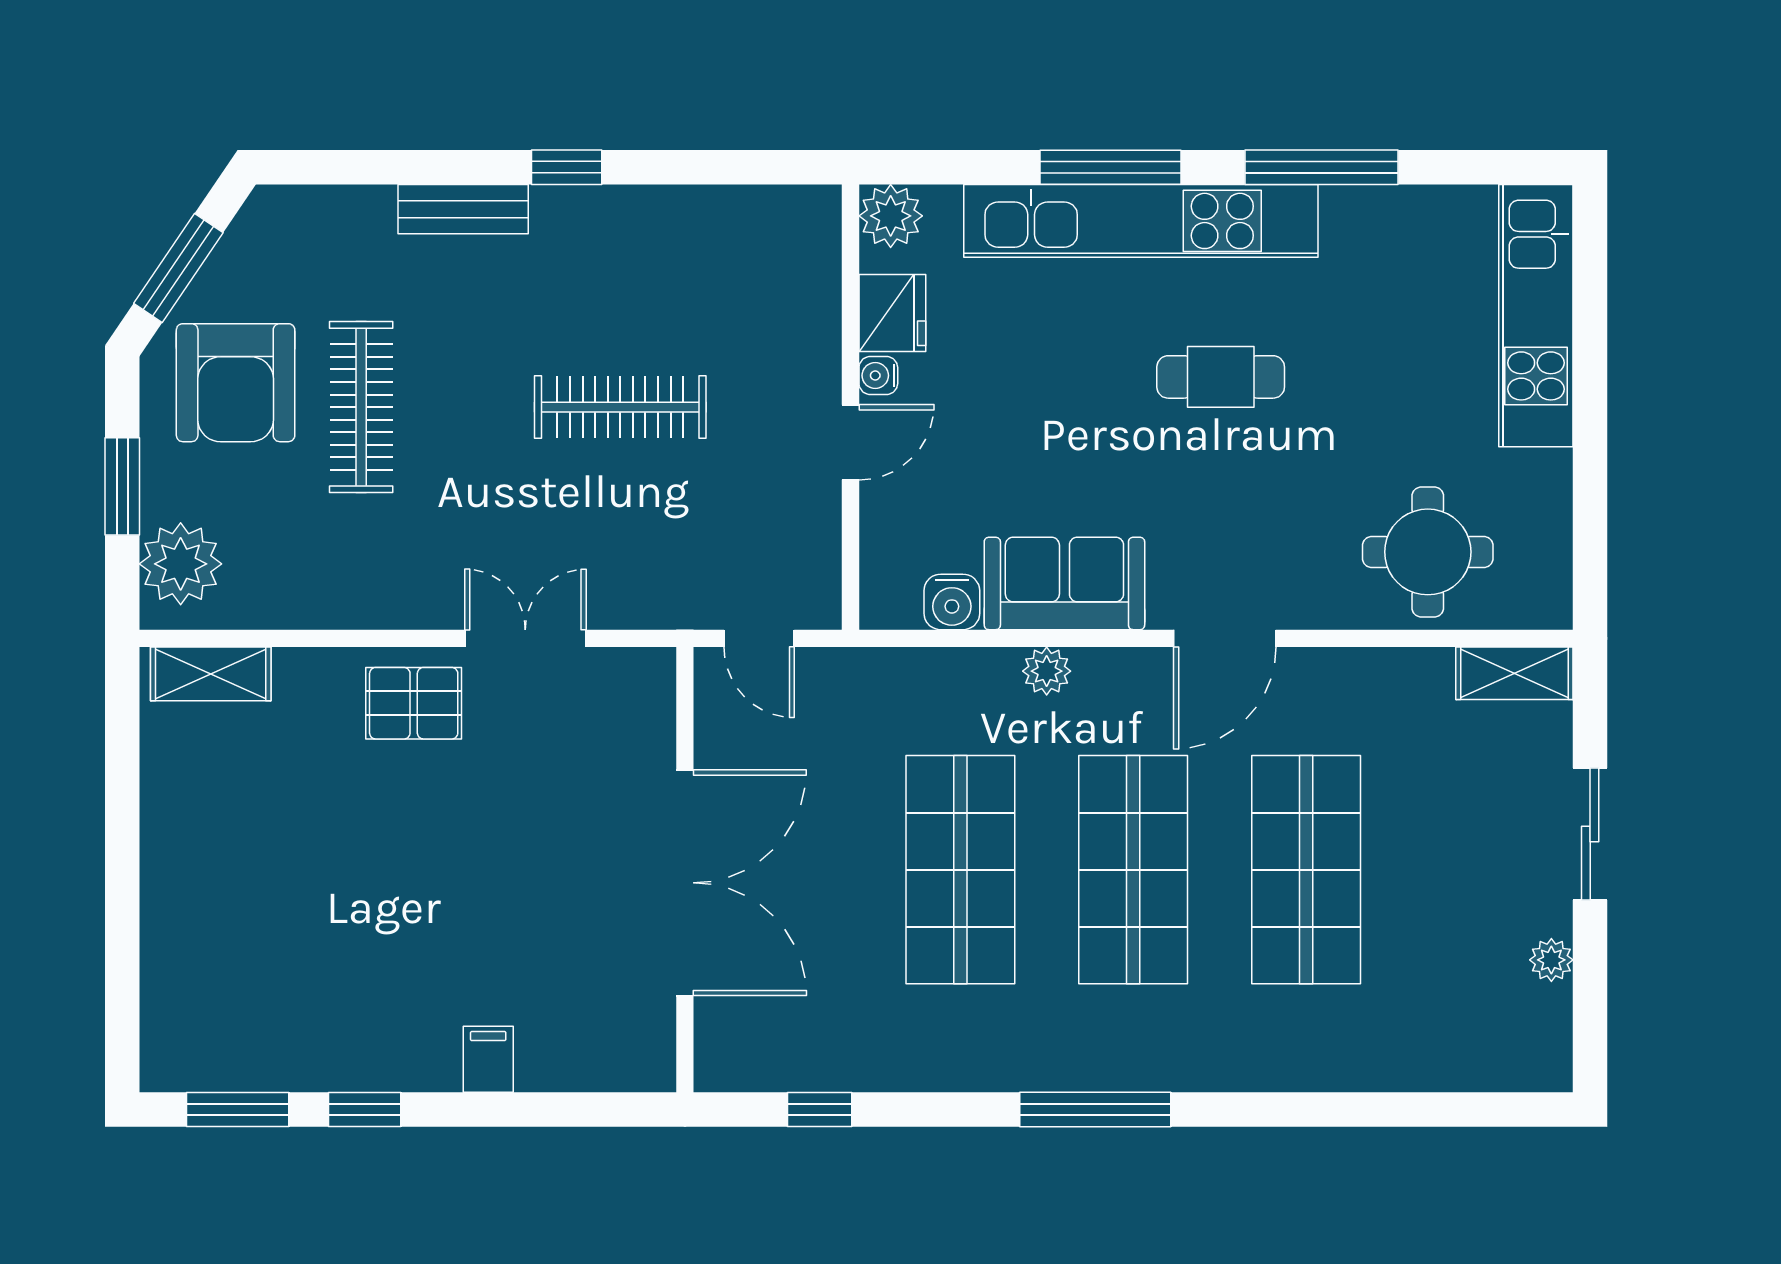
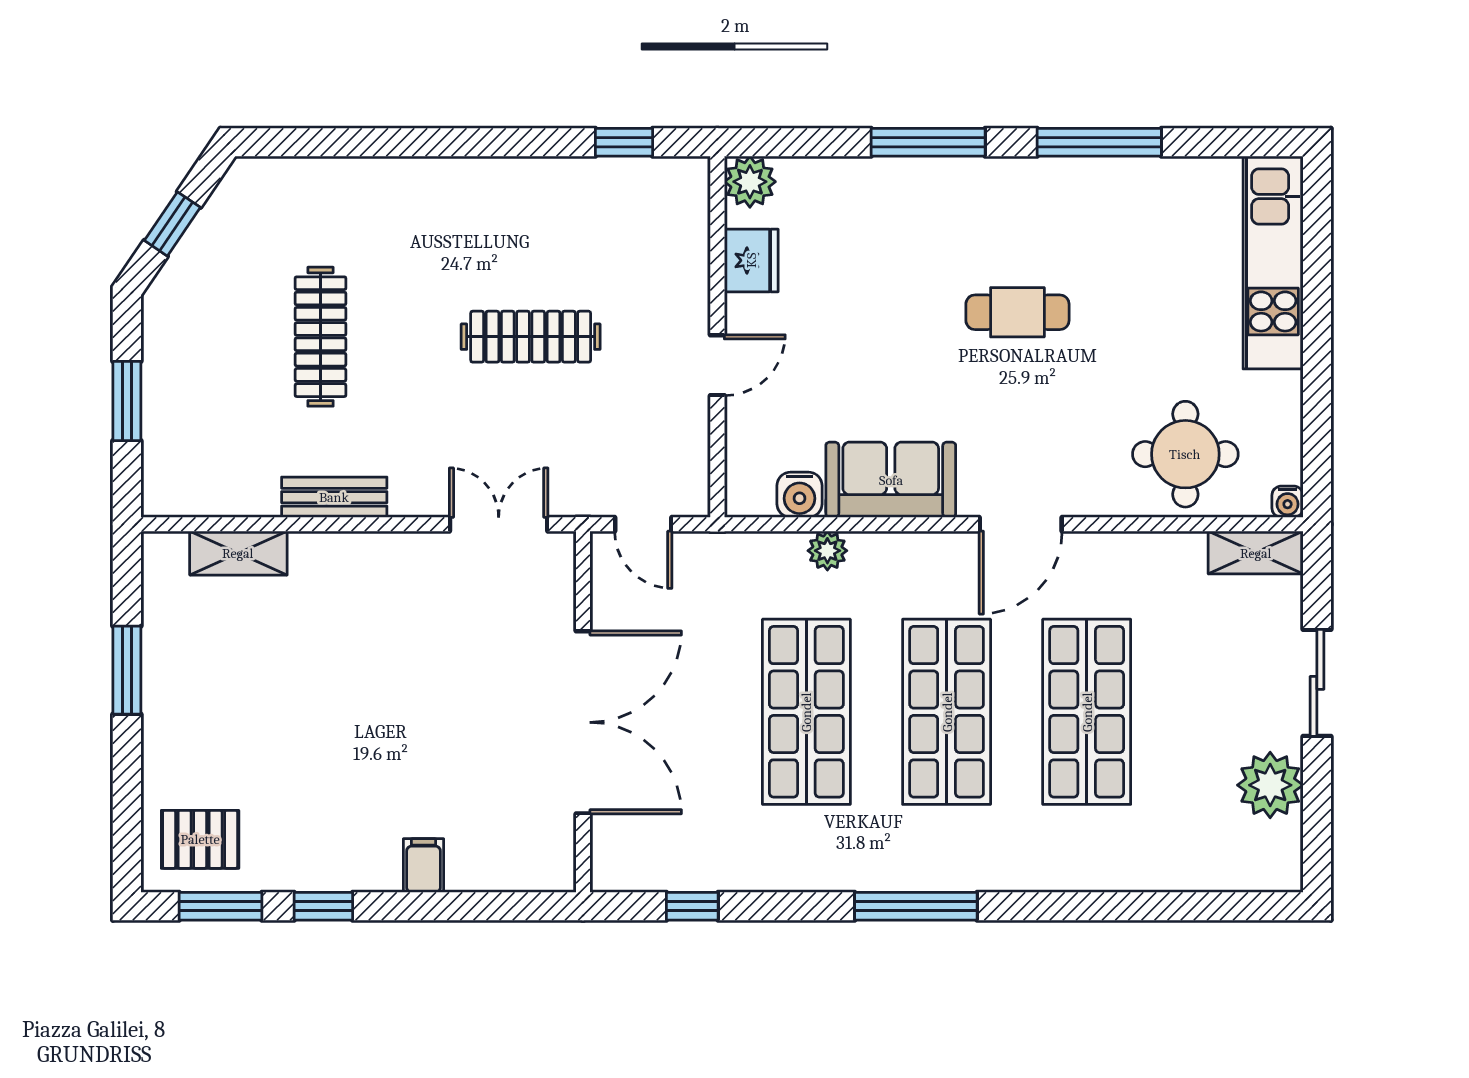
window: (567, 167) -> (624, 142), moved
bench: (463, 209) -> (334, 497), moved
kitchen unit: (1141, 221) -> (953, 186), removed
window: (178, 268) -> (172, 224), width x0.67
water cooler: (878, 375) -> (1288, 502), moved, turned -90
armchair: (236, 383) -> (219, 317), removed
plant: (181, 564) -> (174, 464), removed
double door: (525, 638) -> (499, 524), moved
plant: (1047, 671) -> (827, 551), moved
shelving: (211, 674) -> (238, 553), moved
pallet: (414, 703) -> (200, 839), moved
window: (122, 818) -> (127, 670), added
plant: (1551, 960) -> (1270, 785), width x1.87, depth x1.87

